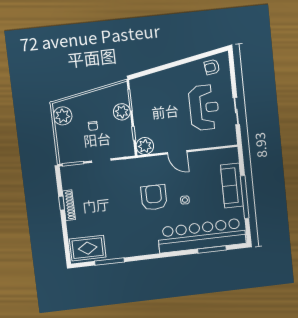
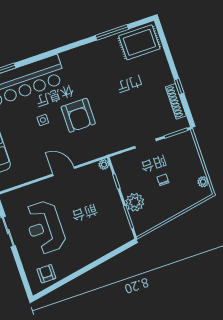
armchair: (212, 67) -> (46, 274), turned -82
plant: (63, 116) -> (203, 182), width x0.53, depth x0.53
plant: (145, 146) -> (104, 165), width x0.53, depth x0.53
shoe rack: (69, 205) -> (176, 101), moved

